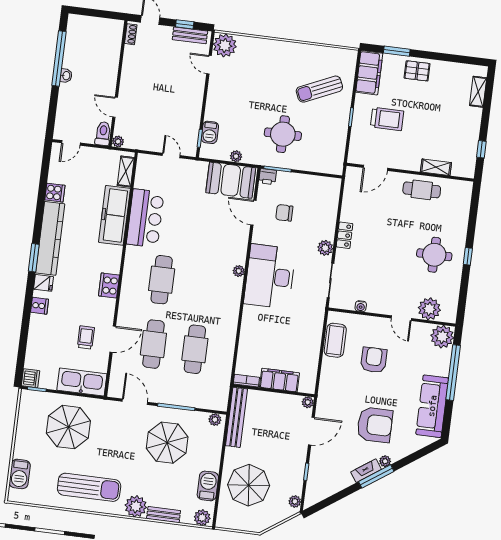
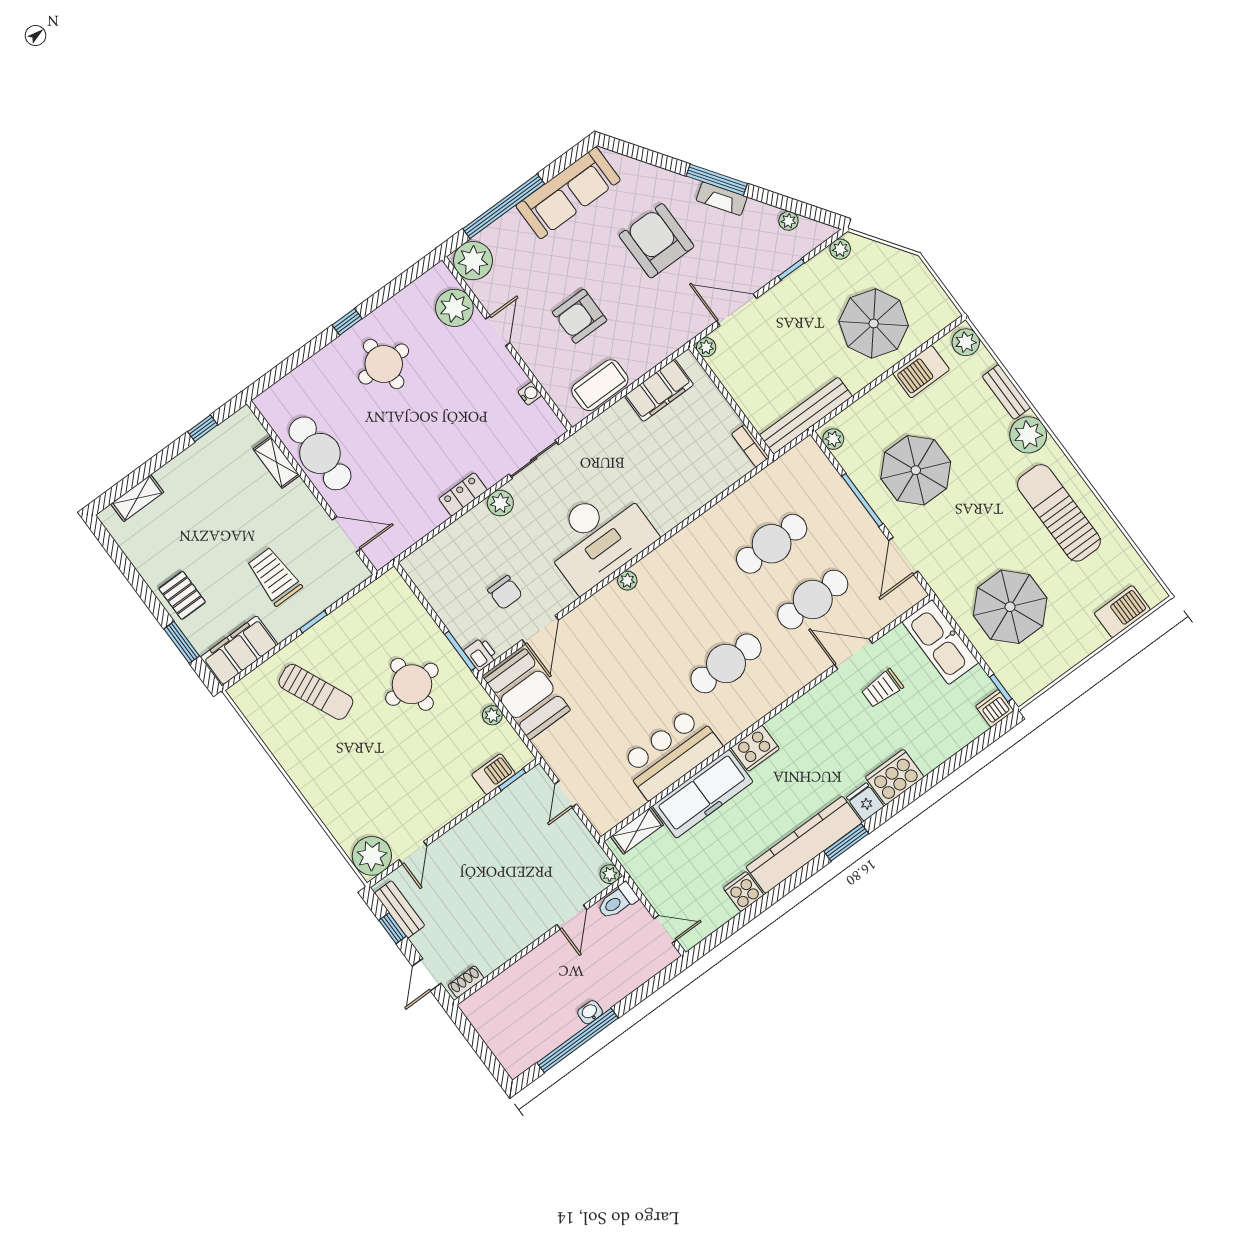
cafe table: (422, 190) -> (320, 453), width x1.37, depth x1.35
cooker: (109, 285) -> (755, 748), moved
cooker: (40, 306) -> (895, 777), width x1.87, depth x1.31
filing cabinet: (279, 380) -> (659, 390), moved, turned -90
plant: (385, 461) -> (788, 221), moved

